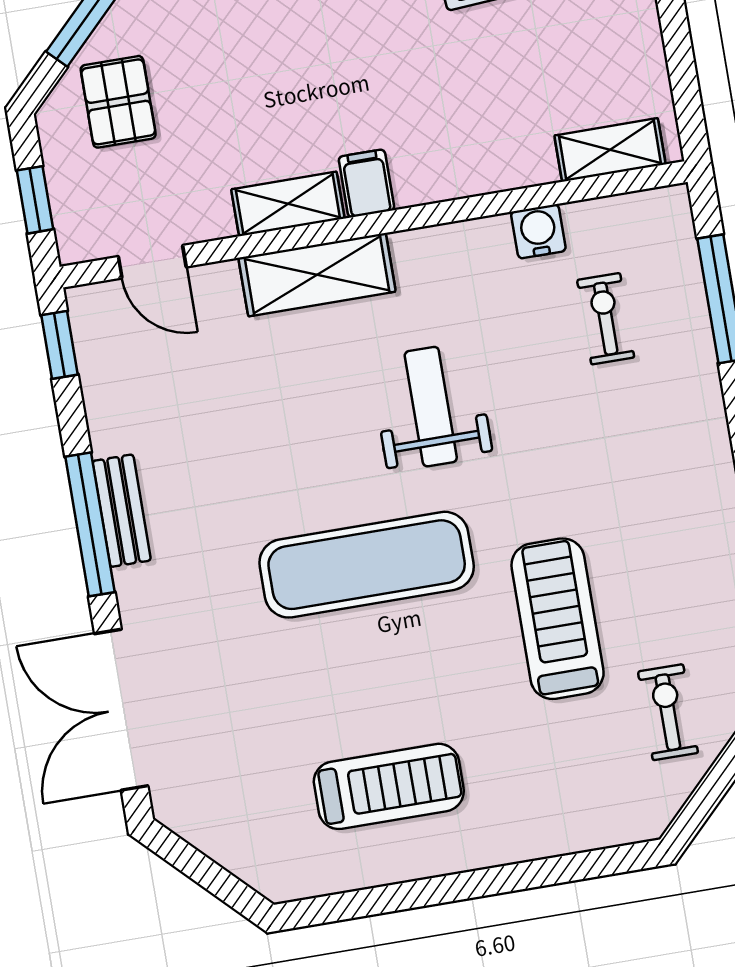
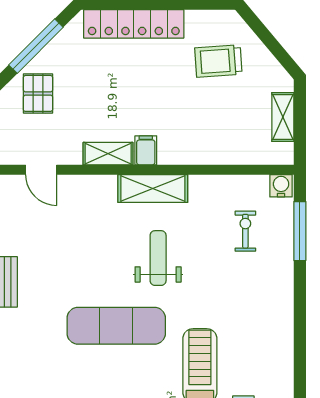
shelving: (610, 150) -> (283, 117), moved, turned 90
water cooler: (538, 231) -> (281, 186), moved
shelving: (317, 275) -> (153, 188), moved

